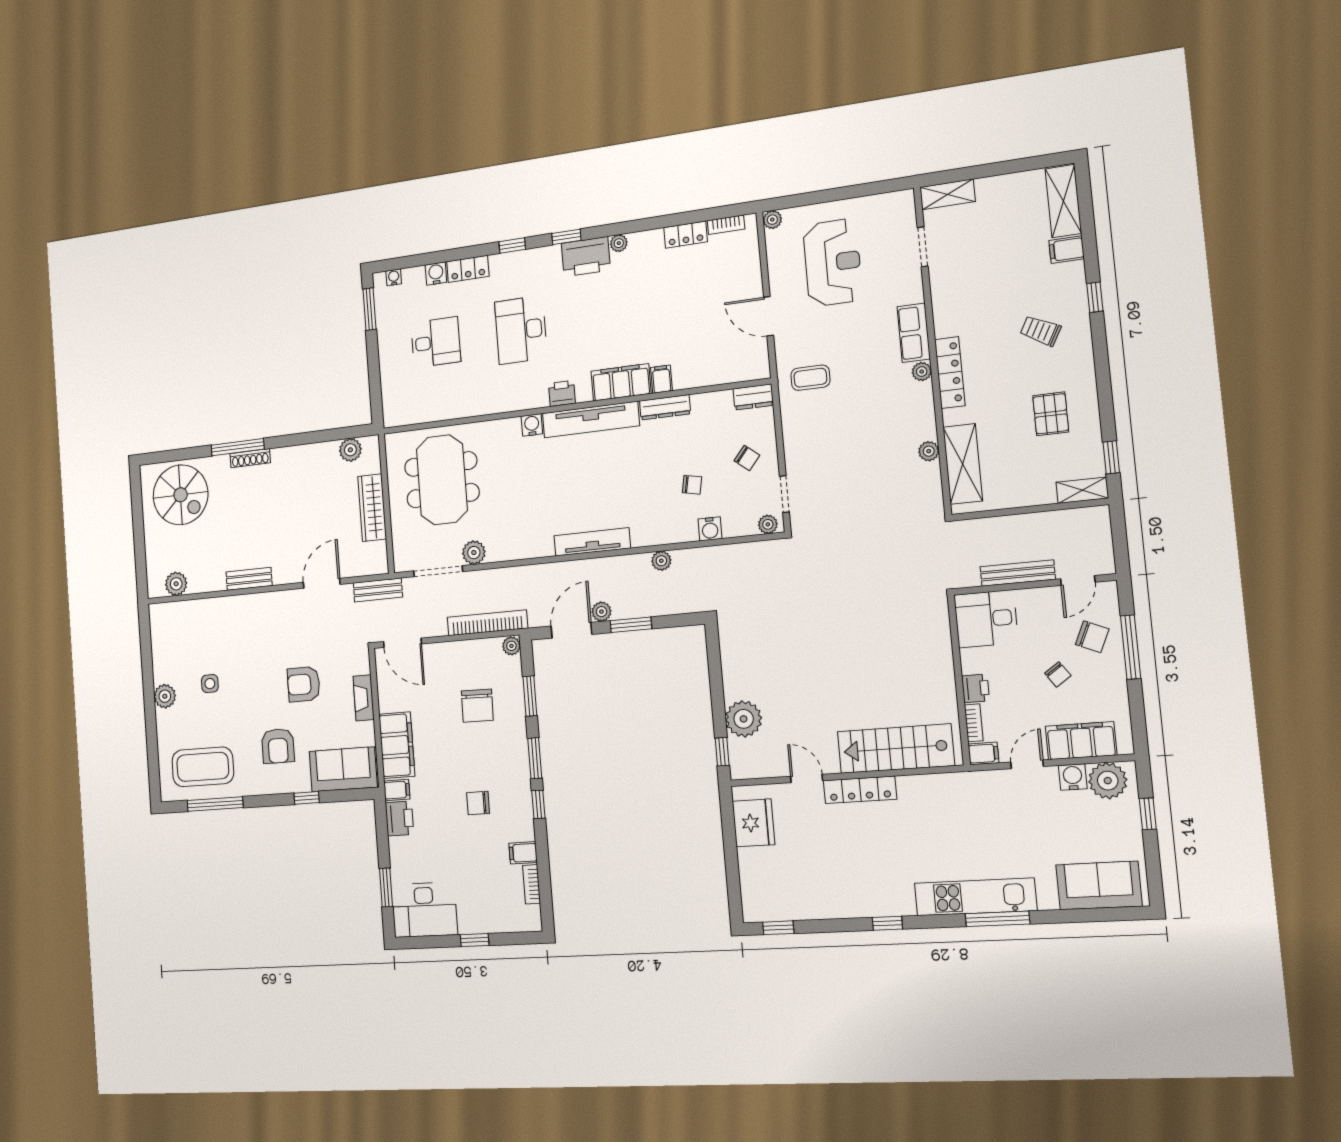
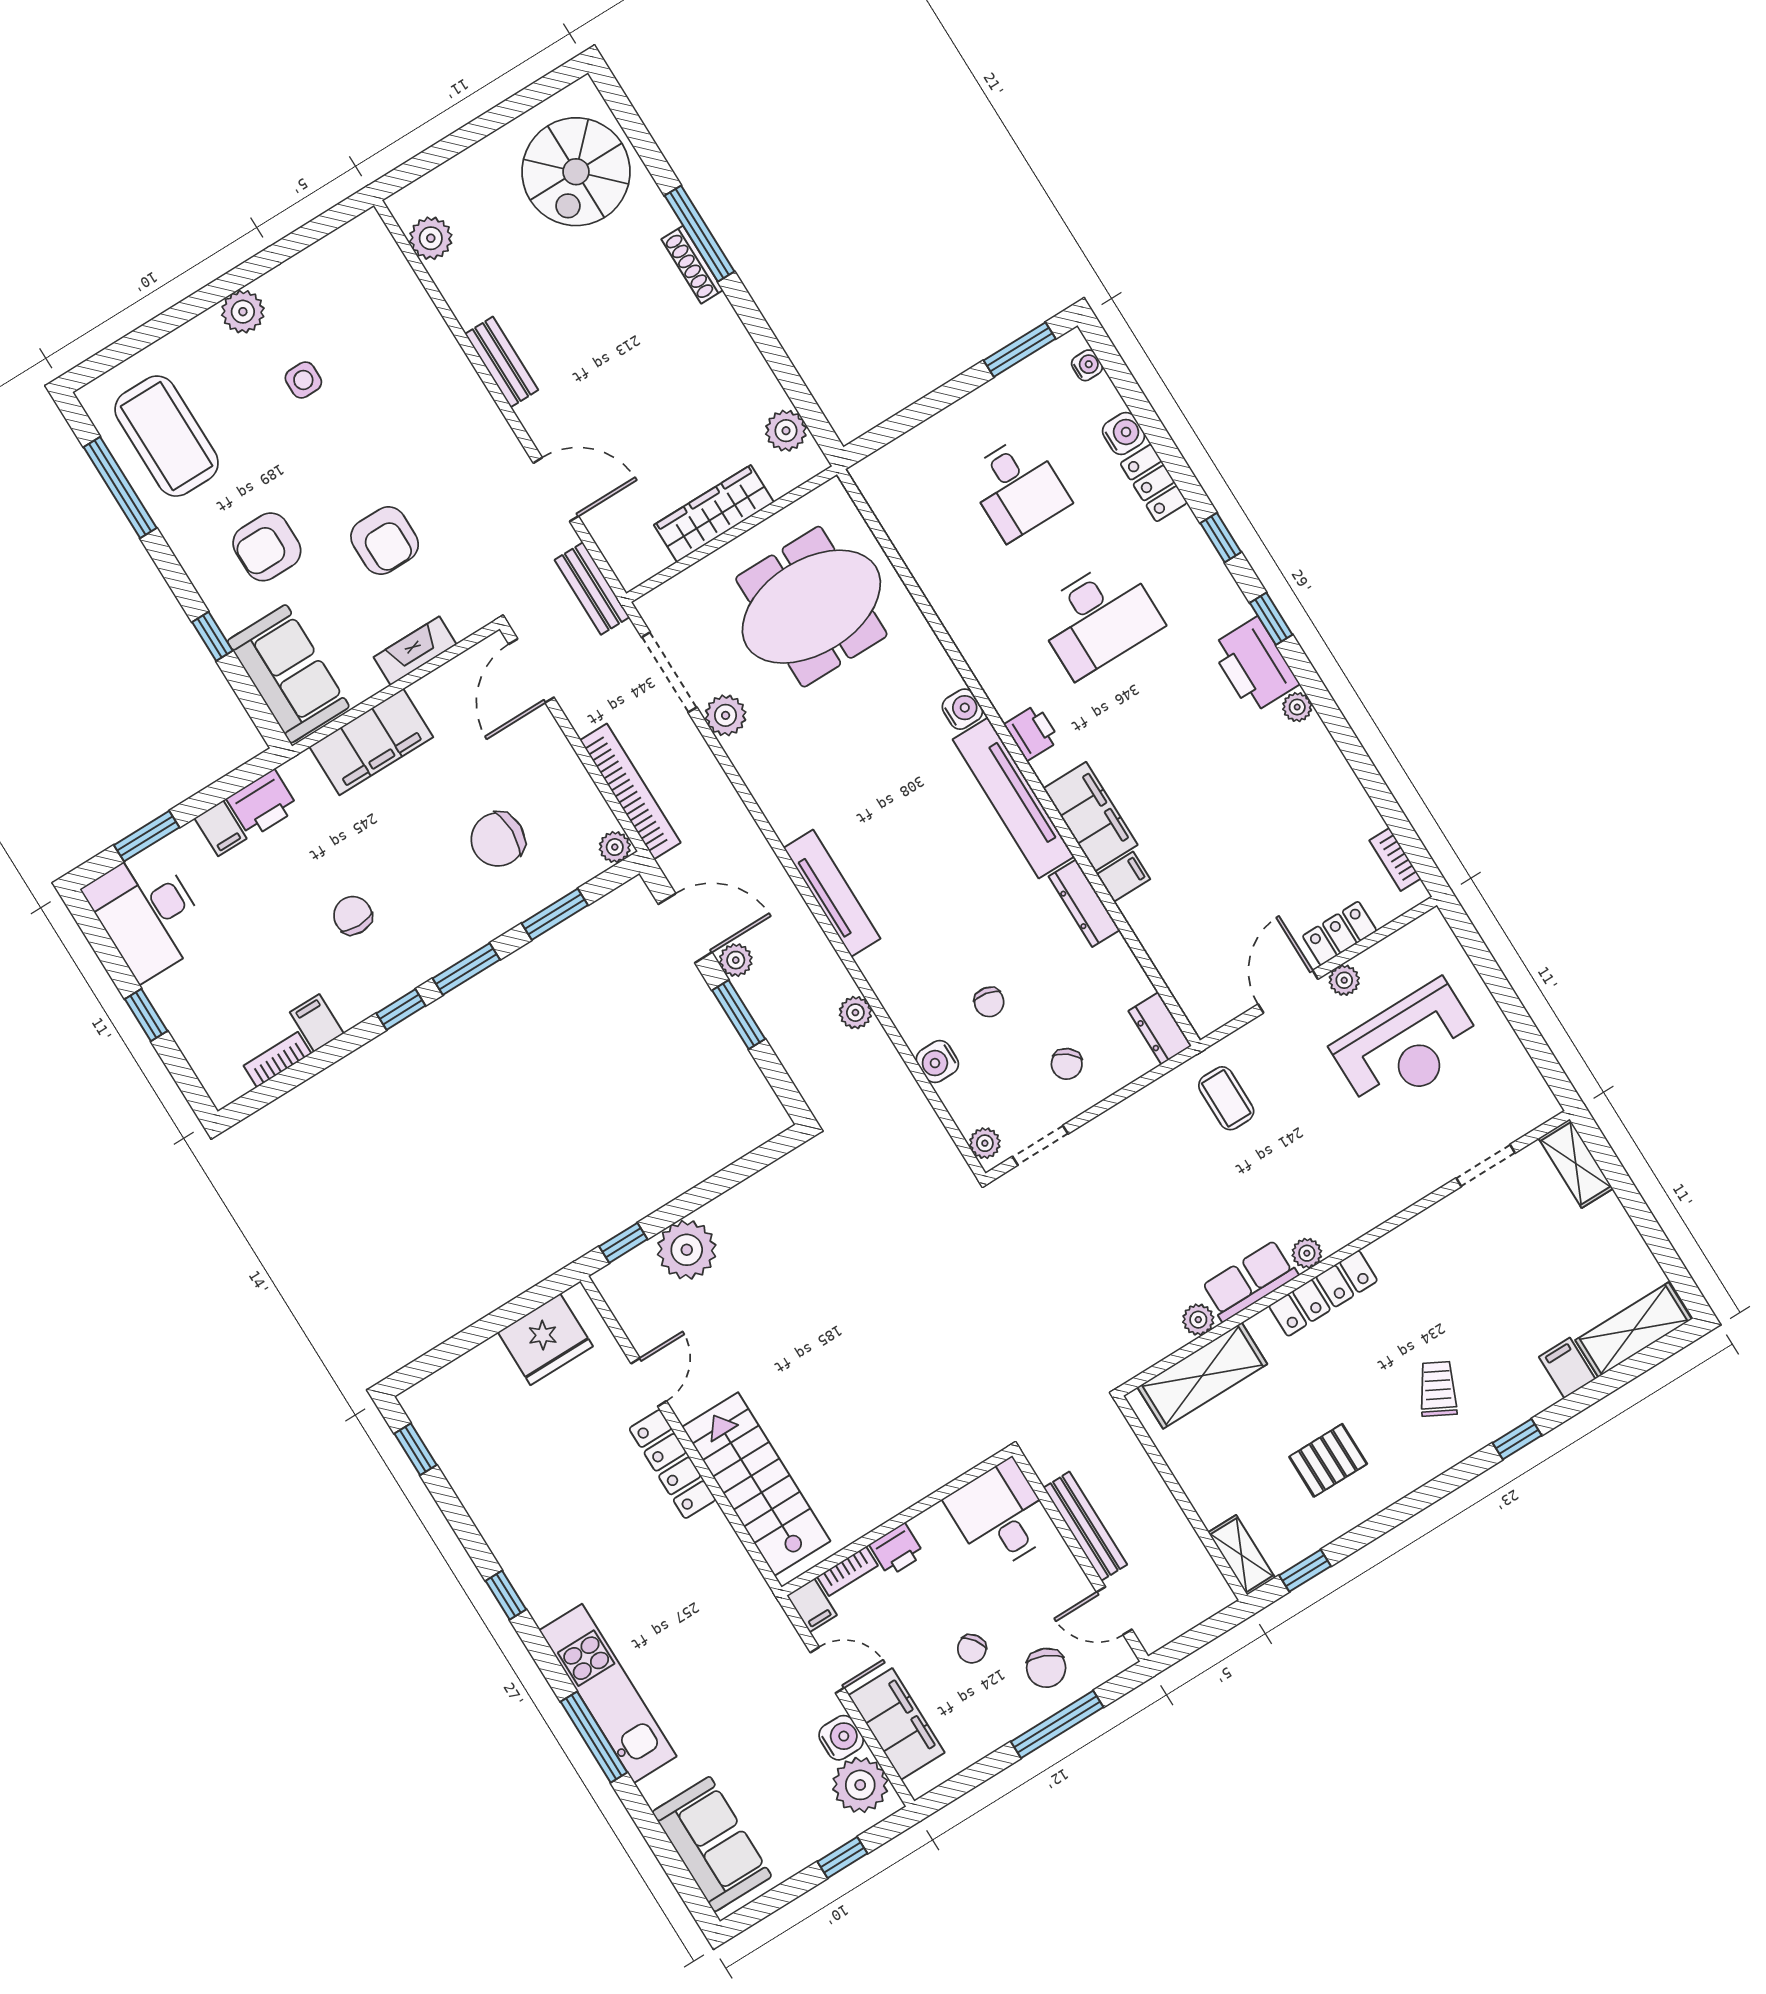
plant: (772, 220) -> (1344, 980), moved
locker: (686, 235) -> (1340, 933), moved, turned 90
desk: (521, 330) -> (1098, 618), turned 180
row of seats: (914, 333) -> (1250, 1281), moved
armchair: (304, 684) -> (385, 541), turned 180
filing cabinet: (397, 790) -> (221, 828), moved

